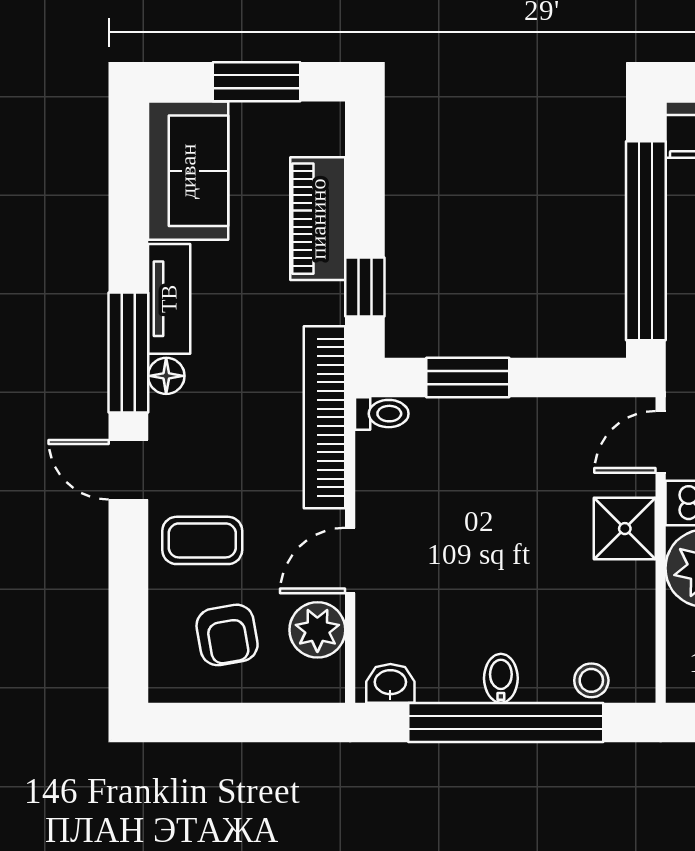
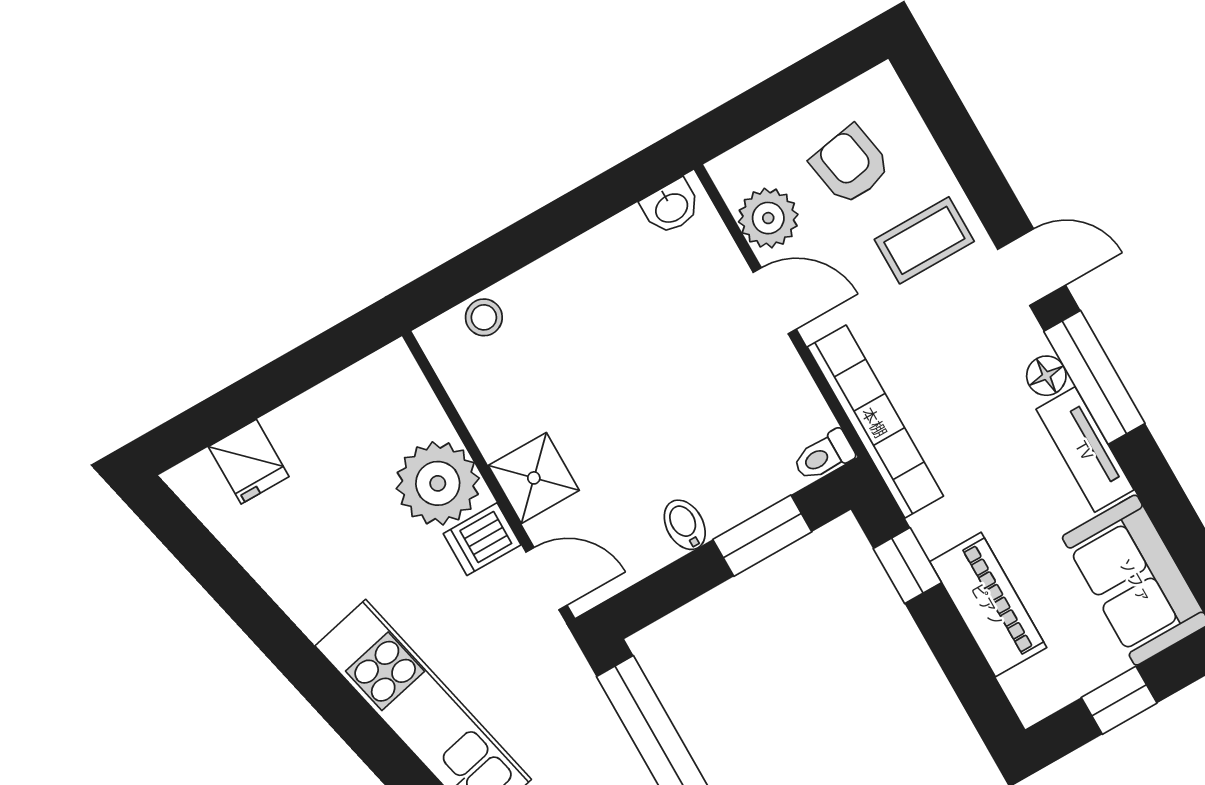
window: (256, 82) -> (1119, 700), width x0.67
door: (661, 442) -> (547, 579), hinge flipped
door: (350, 561) -> (775, 301), hinge flipped
bidet: (501, 678) -> (685, 525), moved, turned 180
window: (506, 722) -> (542, 232), removed

